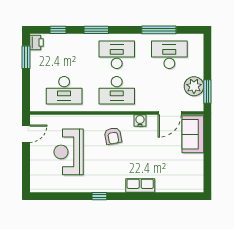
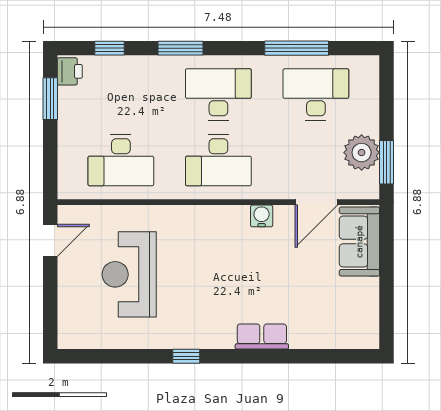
armchair: (113, 136) -> (211, 245), removed

